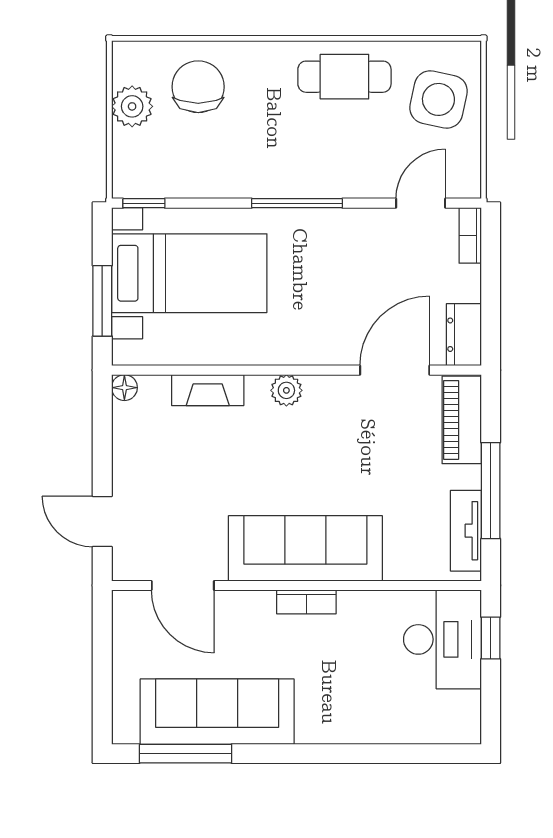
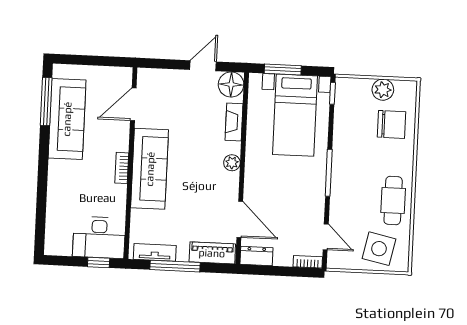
floor lamp: (124, 388) -> (231, 85), width x1.89, depth x1.89
door: (102, 522) -> (203, 66), moved

